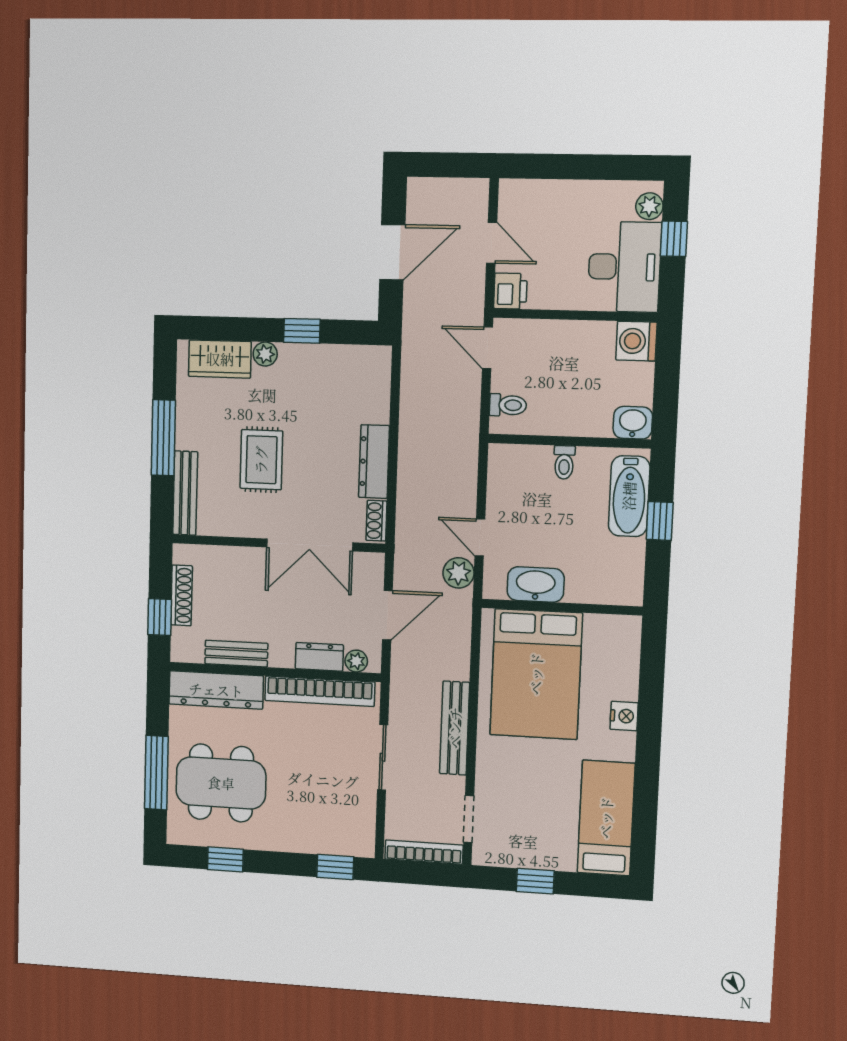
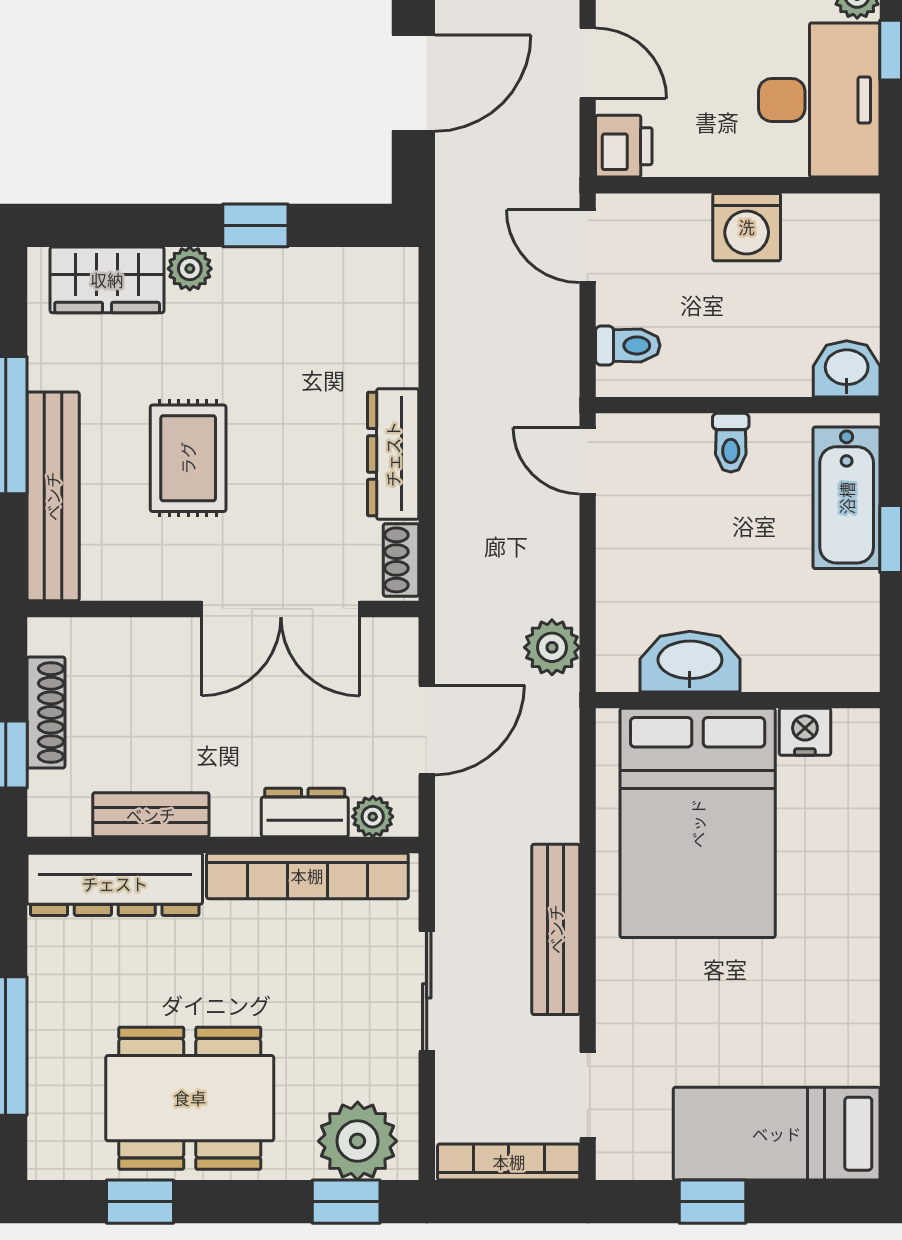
washing machine: (636, 341) -> (747, 227), moved, turned -90
bench: (185, 493) -> (53, 496), width x1.37, depth x1.21
door: (480, 538) -> (588, 461), moved
nightstand: (624, 716) -> (805, 732), moved, turned -90
dining table: (221, 783) -> (190, 1098), moved
bed: (606, 818) -> (777, 1134), moved, turned -90
plant: (342, 835) -> (358, 1141), added

